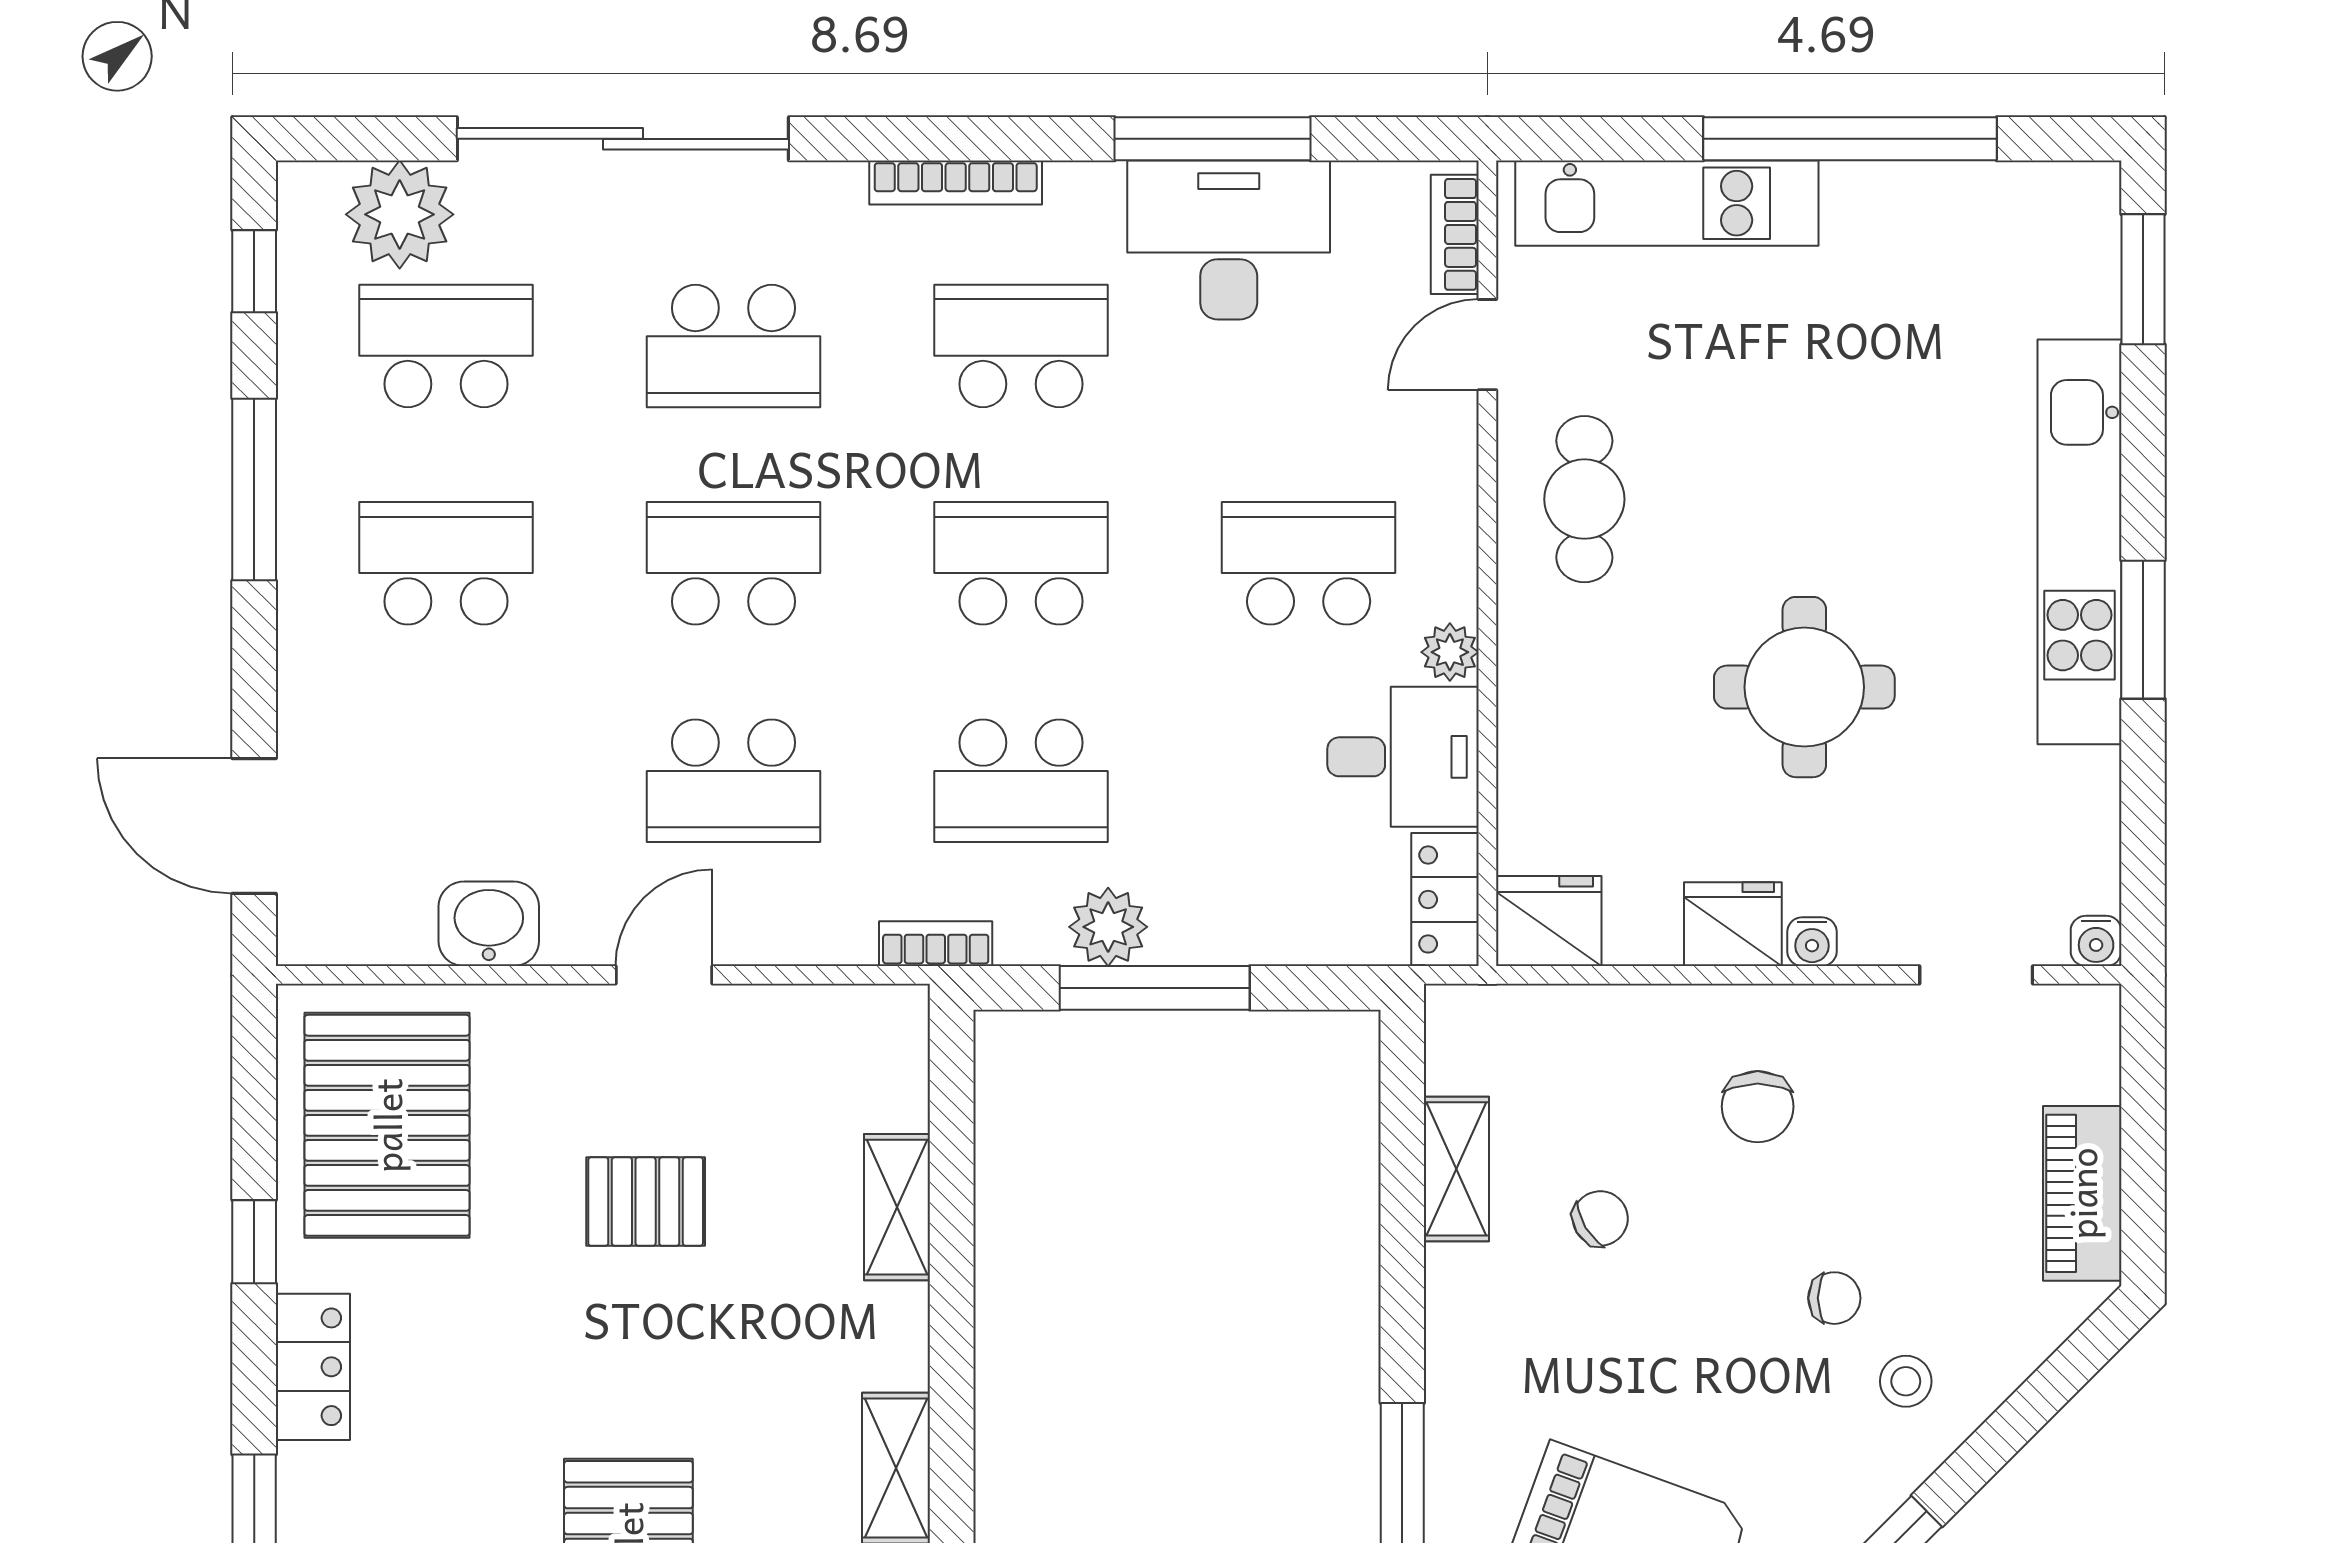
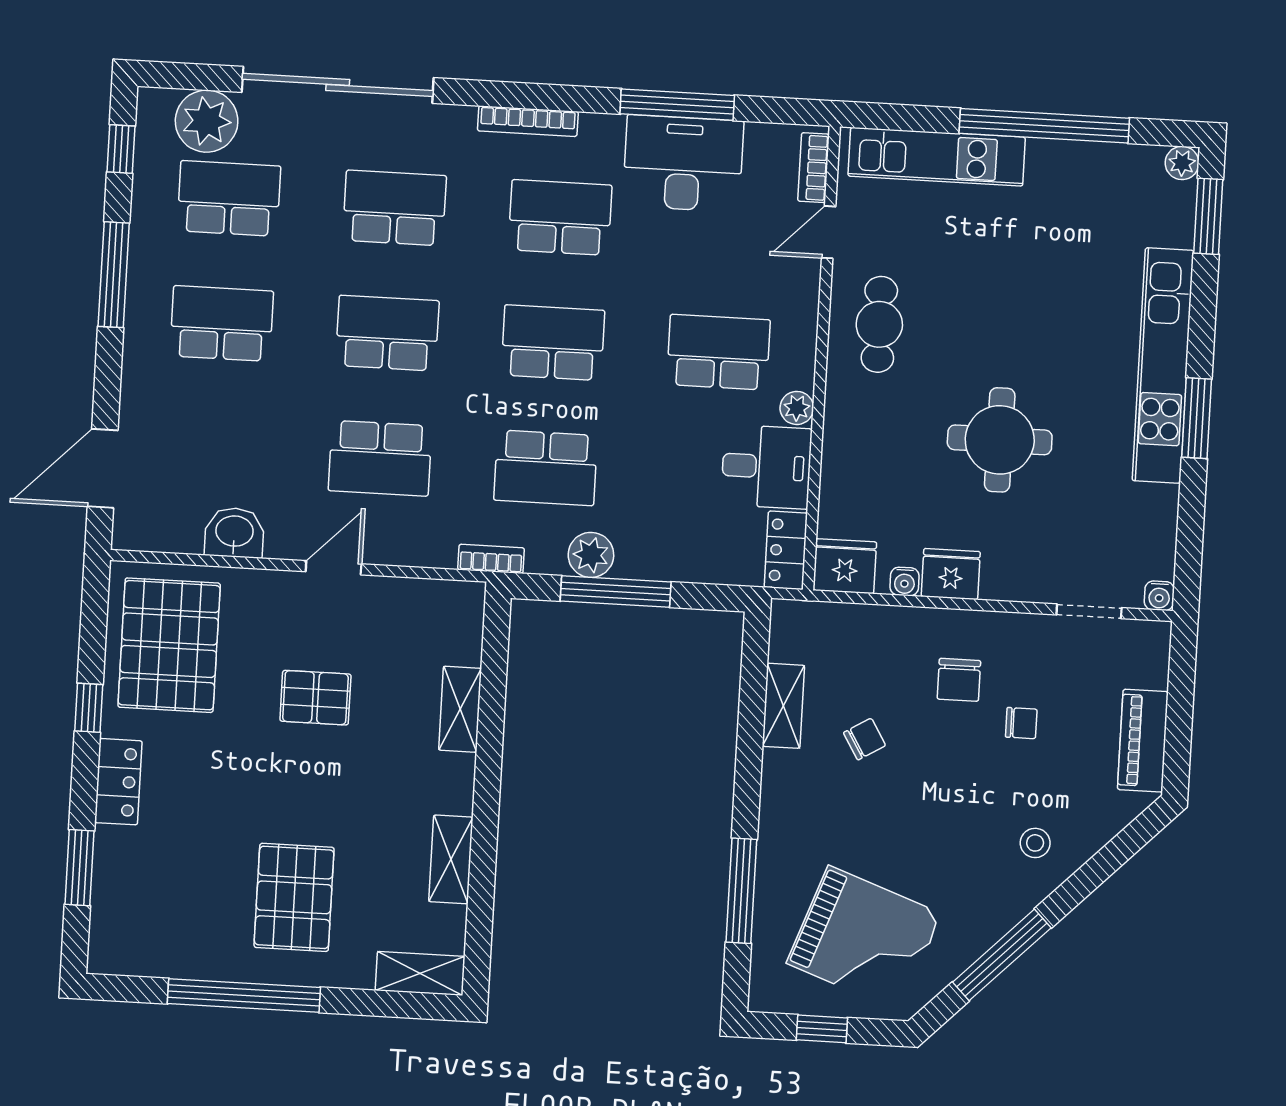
plant: (2092, 189) -> (1182, 163), added
school desk: (734, 346) -> (394, 208), turned 180
door: (254, 826) -> (103, 468), hinge flipped
water cooler: (1812, 942) -> (905, 581), moved
chair: (1834, 1298) -> (1021, 723), moved

